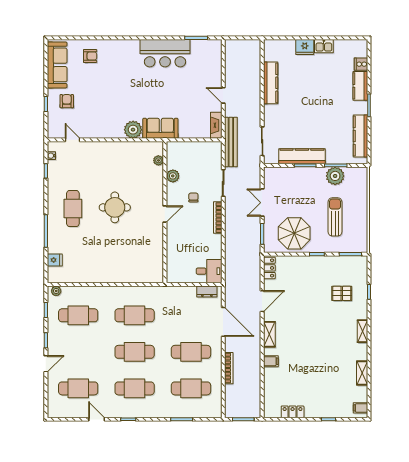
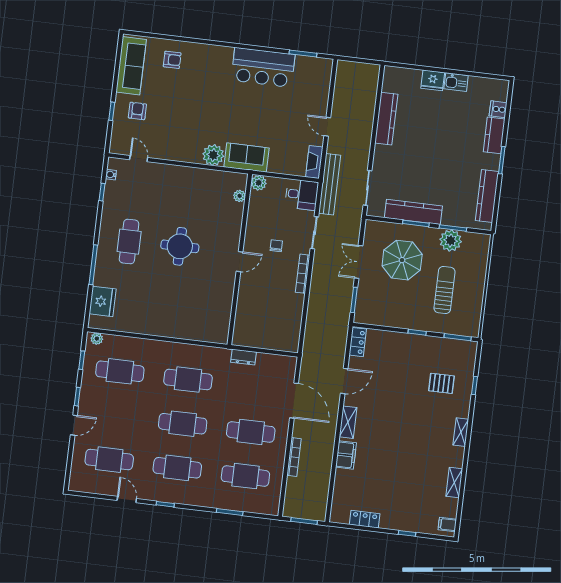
plant: (173, 176) -> (259, 183), moved
parasol: (294, 233) -> (402, 260), moved
fridge: (55, 260) -> (103, 301), width x1.88, depth x1.34
desk: (209, 271) -> (302, 195), moved
dresser: (207, 291) -> (244, 357), moved
filing cabinet: (271, 361) -> (346, 455), width x2.00

